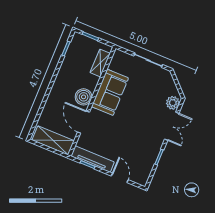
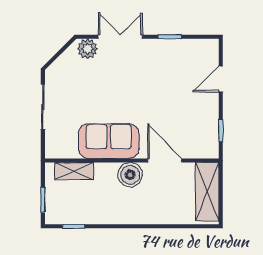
door: (83, 122) -> (165, 161), swing flipped
tv unit: (93, 159) -> (210, 127), removed

